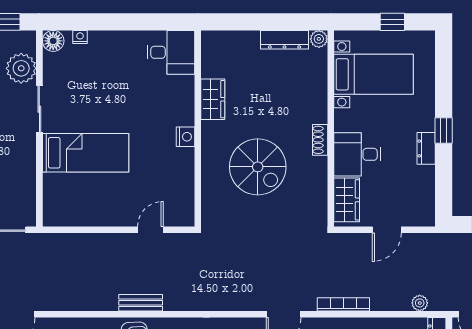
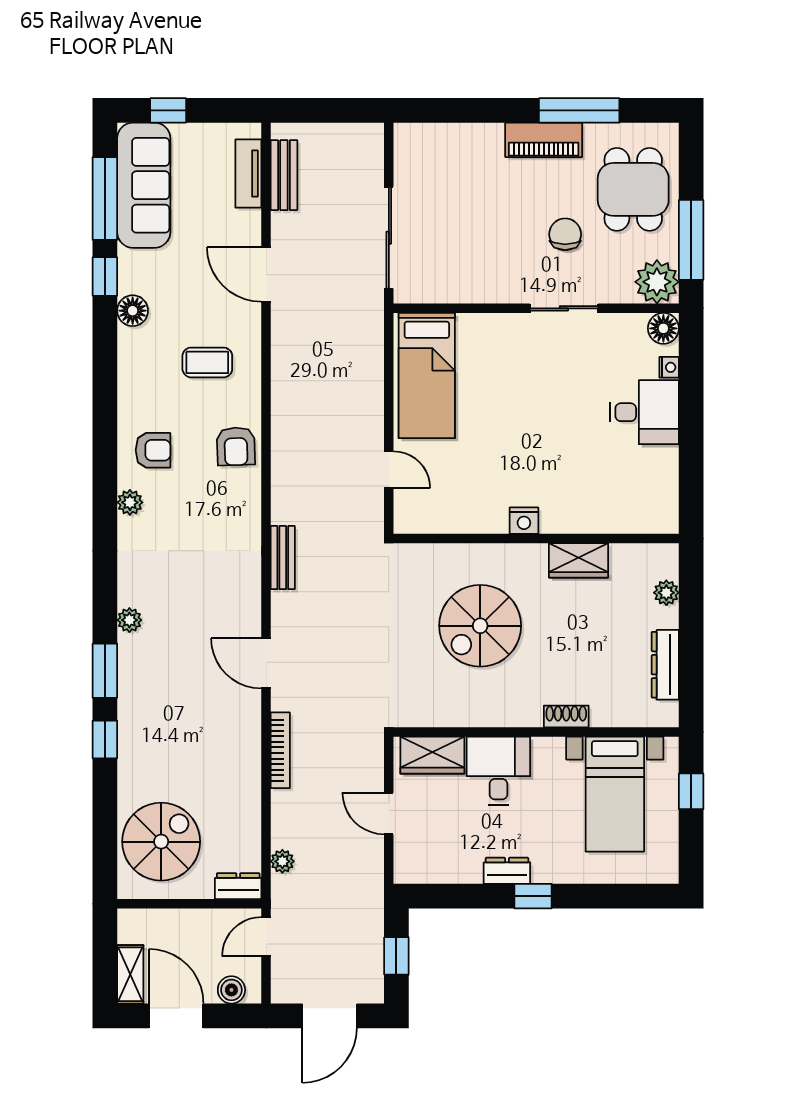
window: (392, 22) -> (691, 791), moved
plant: (319, 39) -> (666, 593), moved
desk: (171, 52) -> (644, 412), moved, turned -90
plant: (21, 68) -> (657, 282), moved
shoe rack: (320, 140) -> (566, 716), moved
bed: (86, 153) -> (427, 376), moved
bench: (141, 303) -> (283, 558), moved

